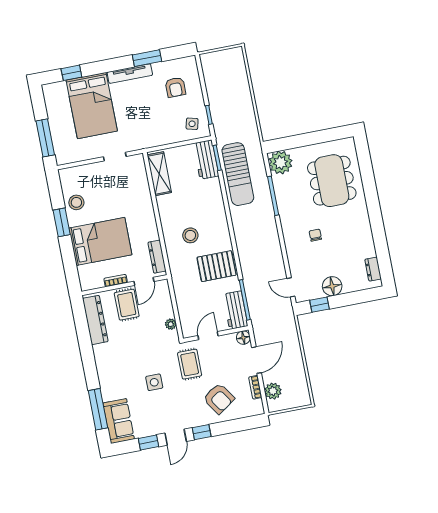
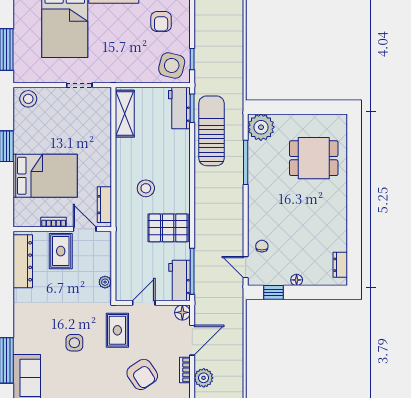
side table: (192, 124) -> (172, 65), width x1.87, depth x1.87
sun lounger: (238, 174) -> (211, 131), turned 180
dining table: (332, 181) -> (314, 158), width x0.73
stool: (76, 202) -> (28, 99), moved
chair: (315, 235) -> (262, 246), moved
door: (144, 281) -> (85, 229), swing flipped
floor lamp: (332, 286) -> (297, 280), width x0.53, depth x0.53

